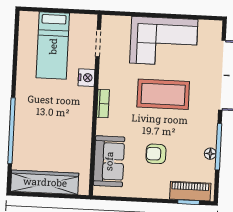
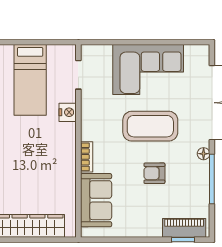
bookcase: (103, 104) -> (87, 157), moved
armchair: (156, 154) -> (154, 173), moved
floor lamp: (210, 154) -> (204, 154), moved

